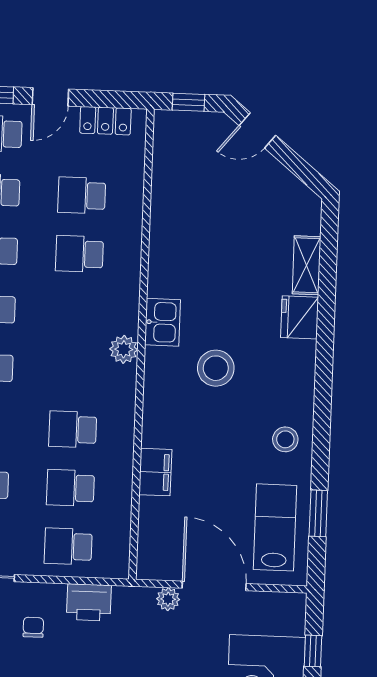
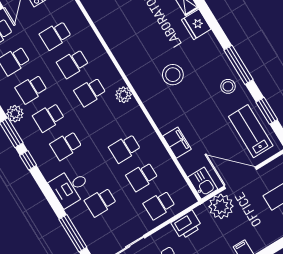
school desk: (77, 312) -> (90, 92), added
kitchen sink: (163, 322) -> (203, 183), moved
window: (322, 418) -> (239, 65), added
plant: (168, 599) -> (221, 206), width x1.88, depth x1.88

